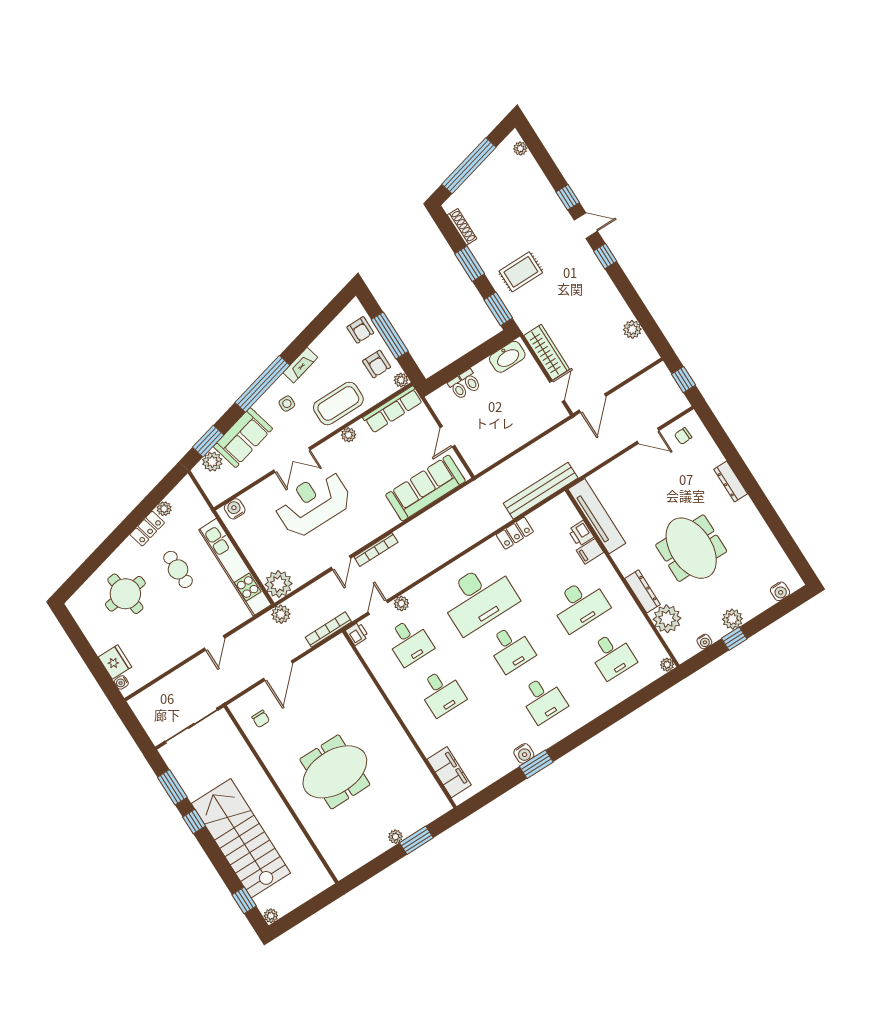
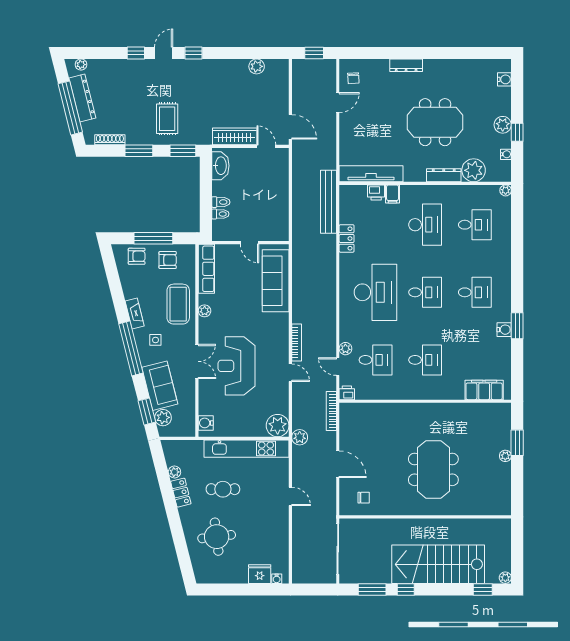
dresser: (487, 172) -> (82, 98), added
plant: (401, 380) -> (190, 250), removed

